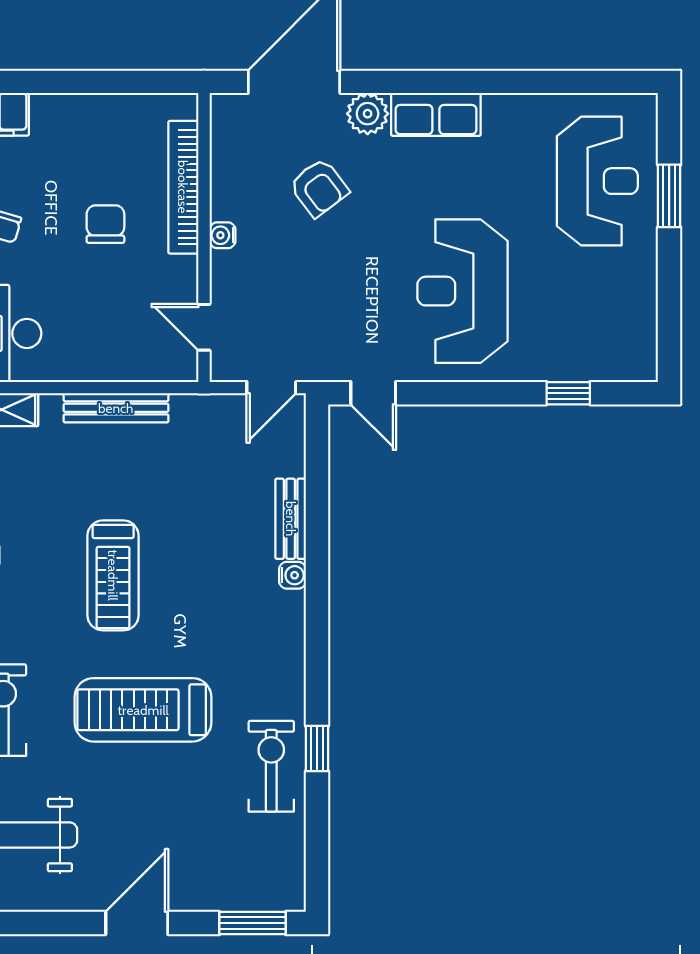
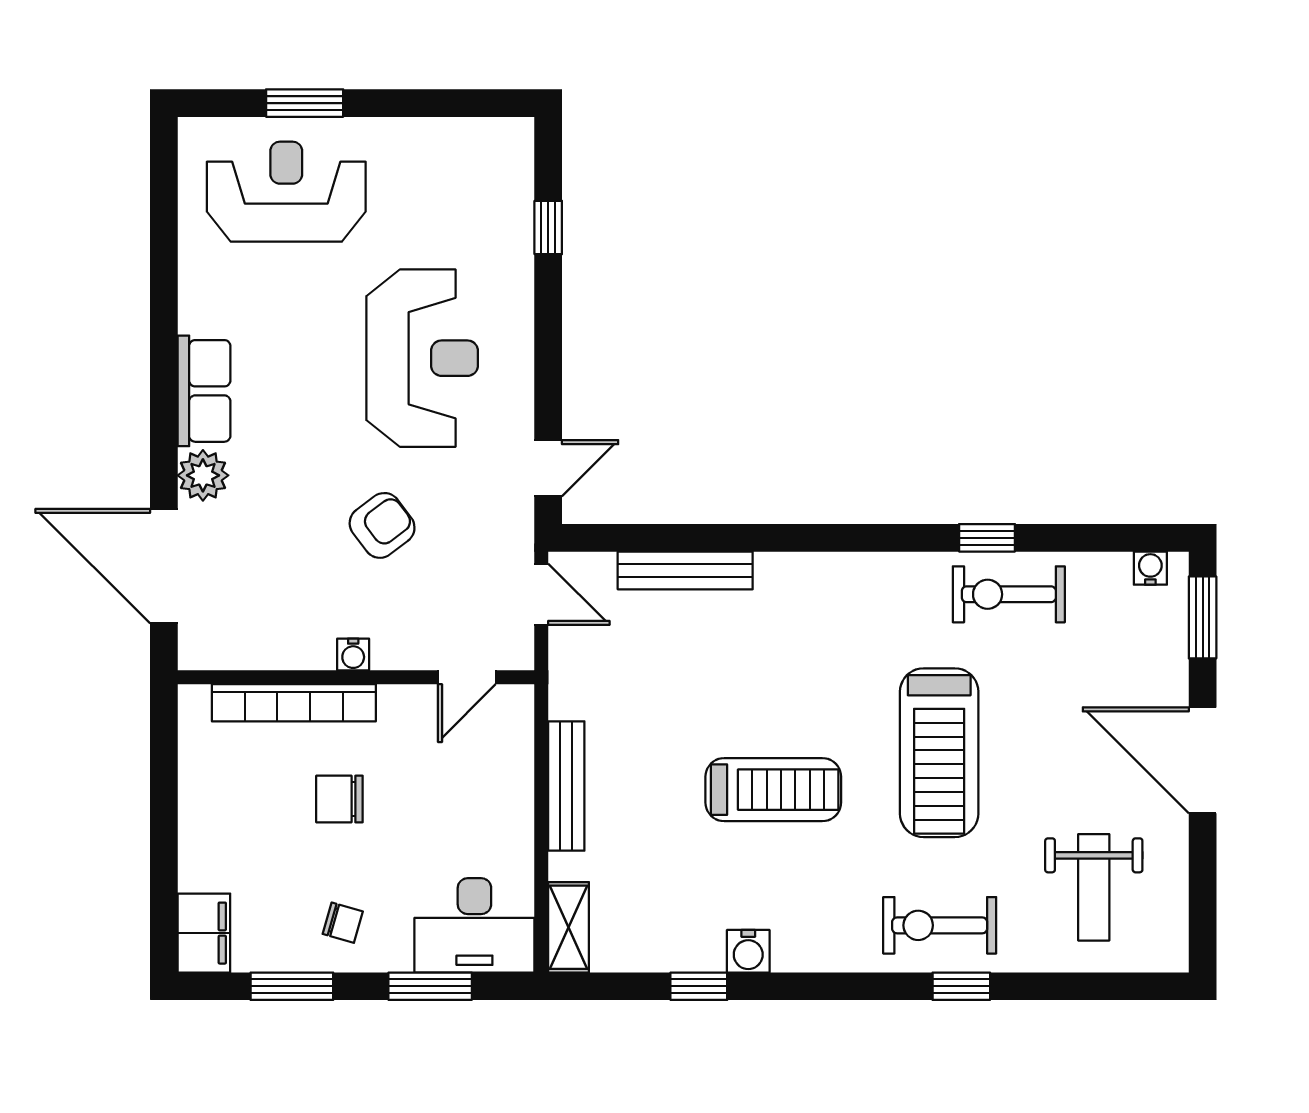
armchair: (319, 188) -> (382, 525), moved
reception desk: (462, 291) -> (422, 358), turned -90
bench: (291, 519) -> (685, 570), width x1.36
water cooler: (292, 575) -> (1150, 568), moved
door: (137, 923) -> (1203, 760), width x1.36

